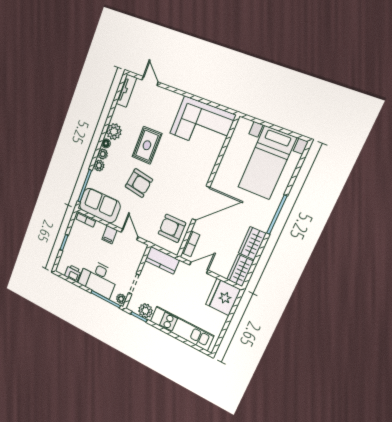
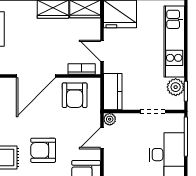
armchair: (139, 183) -> (43, 150), turned -99
door: (201, 203) -> (36, 76), swing flipped
filing cabinet: (110, 235) -> (113, 161), removed
plant: (121, 299) -> (110, 119), moved

